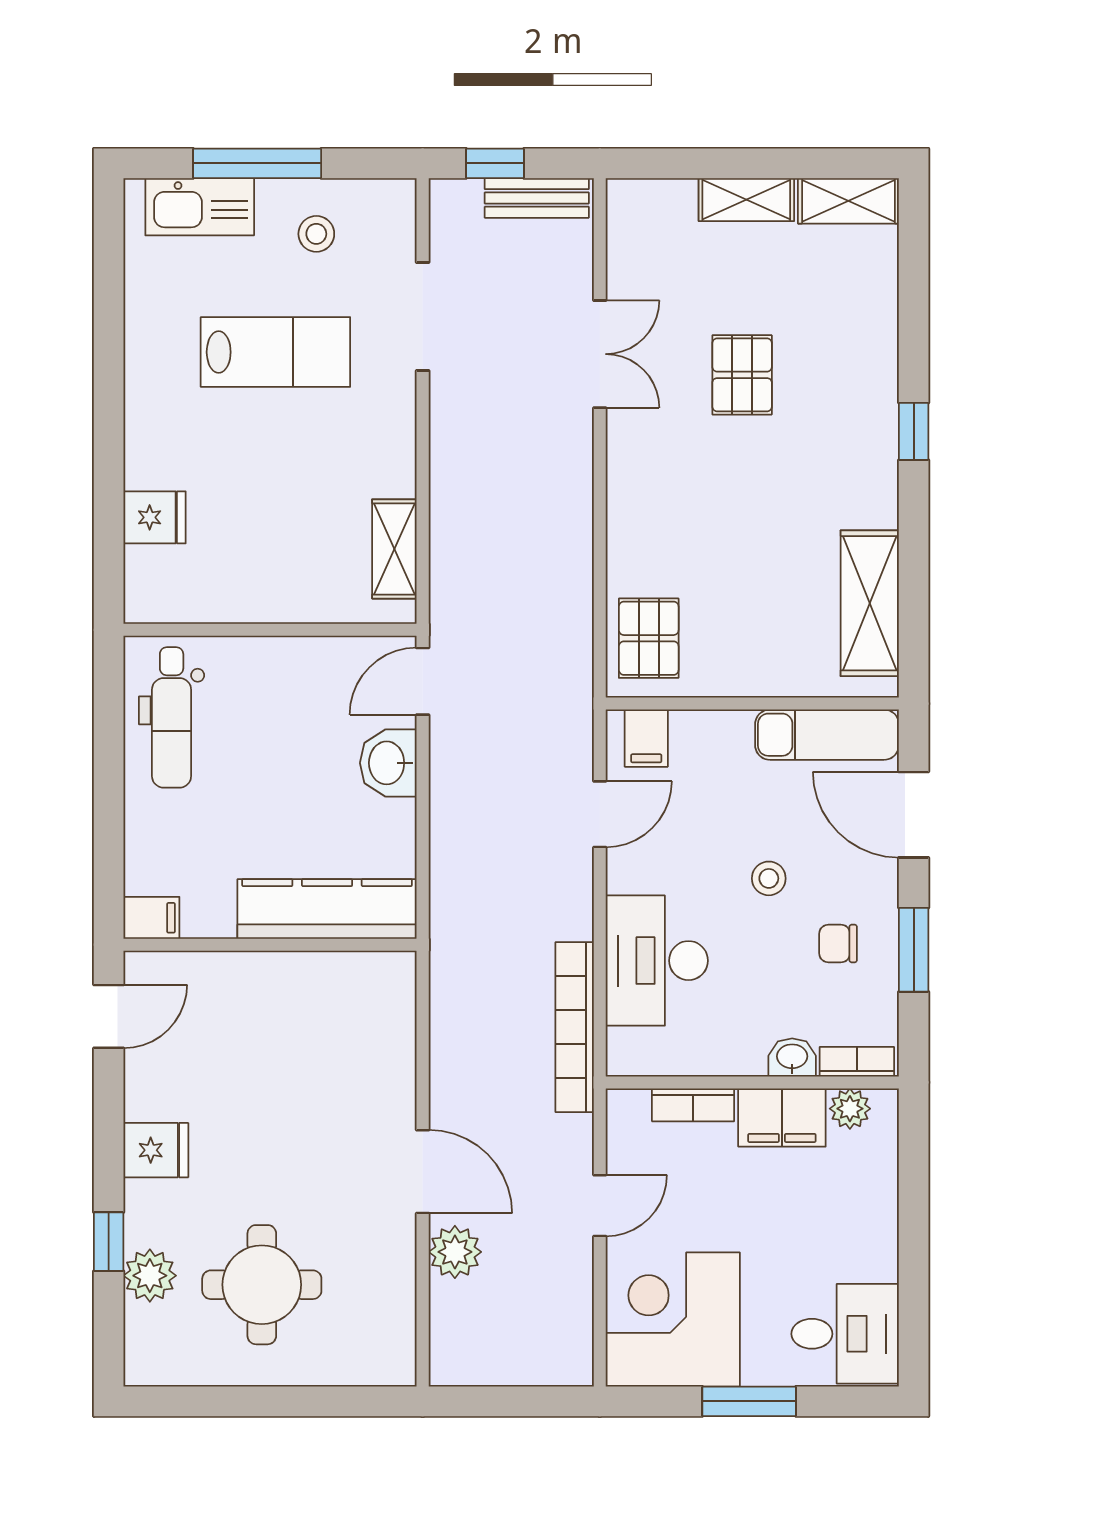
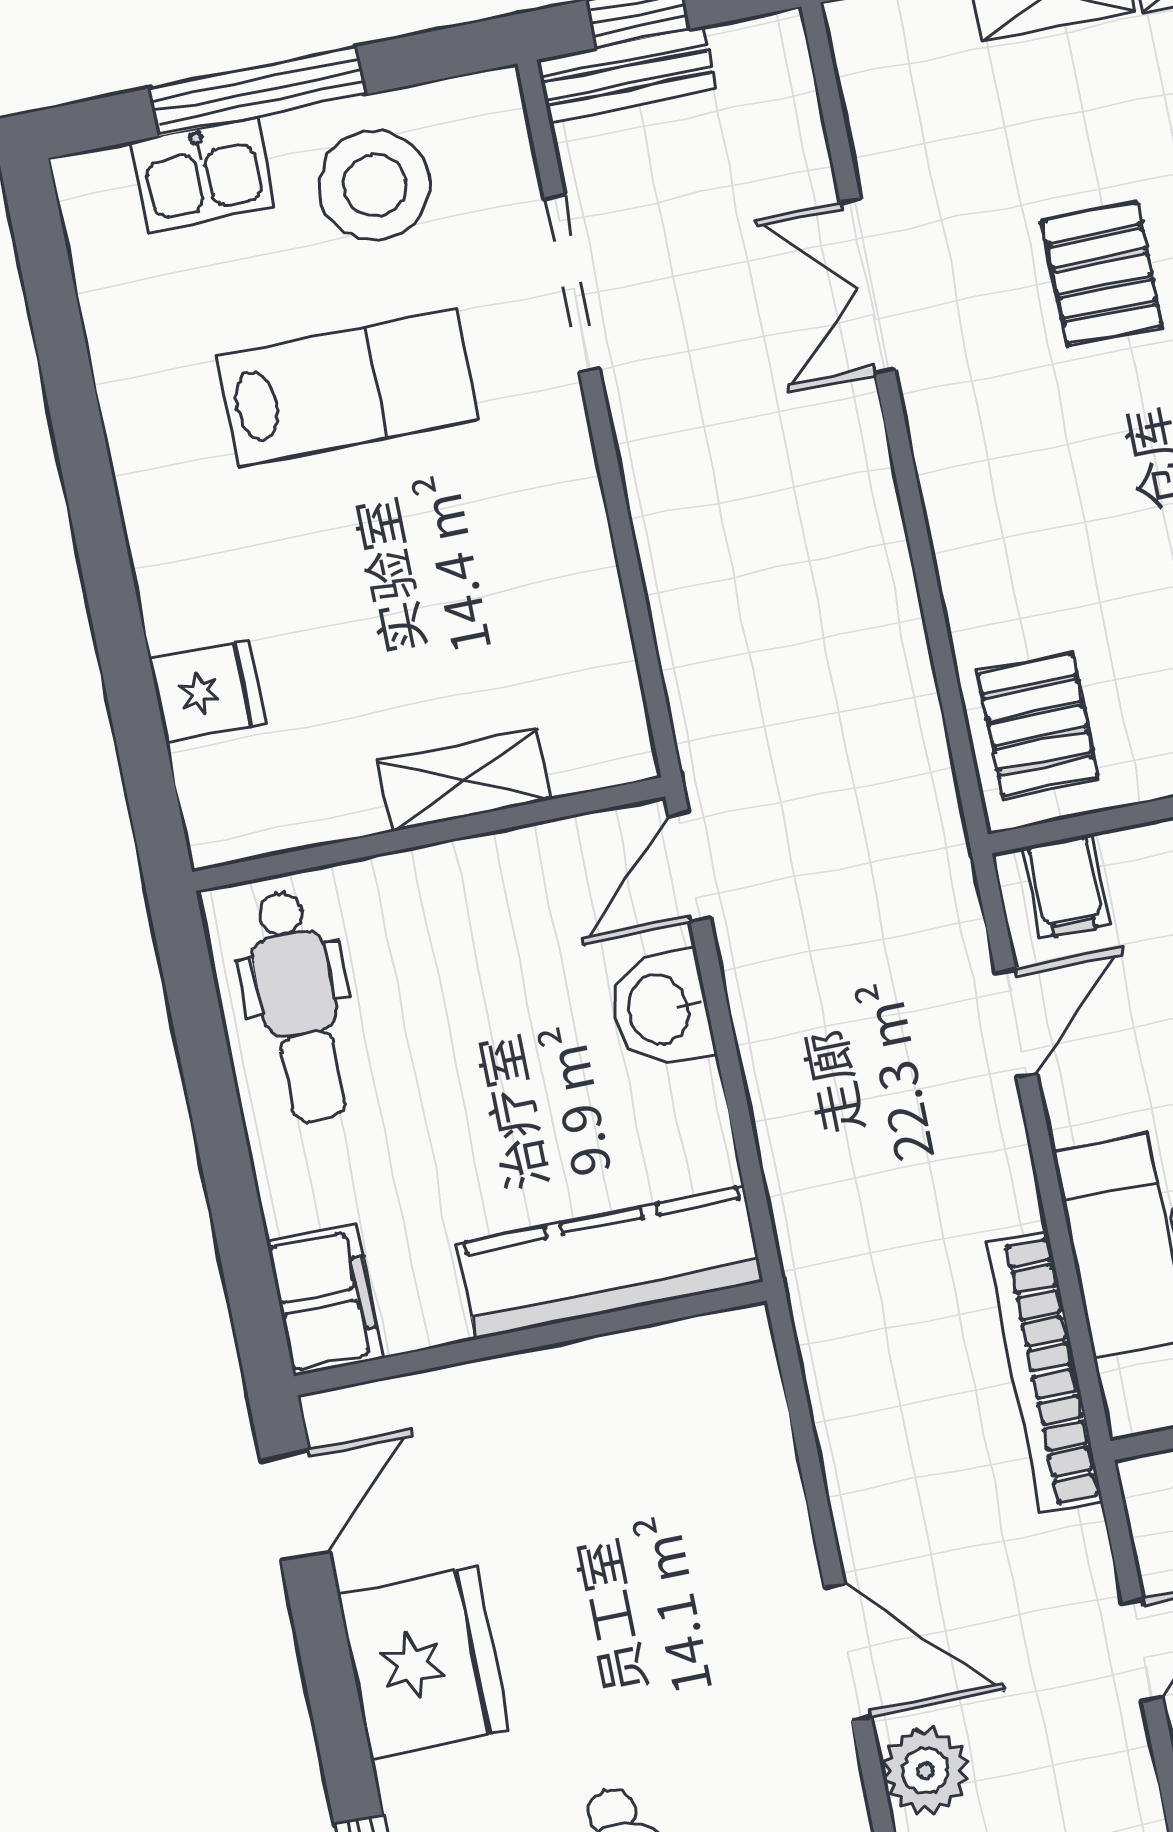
bench: (537, 198) -> (626, 75), moved
kitchen sink: (200, 207) -> (203, 175), width x0.73
stool: (316, 234) -> (375, 185), width x1.89, depth x1.89
double door: (600, 354) -> (868, 286), swing flipped
shelving: (394, 549) -> (465, 780), moved, turned 90
filing cabinet: (151, 918) -> (325, 1300), width x2.00
fridge: (156, 1150) -> (424, 1662), width x1.88, depth x1.34

